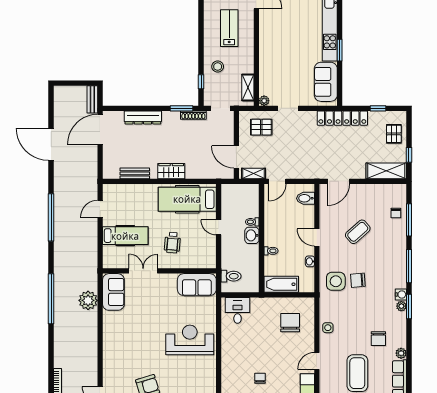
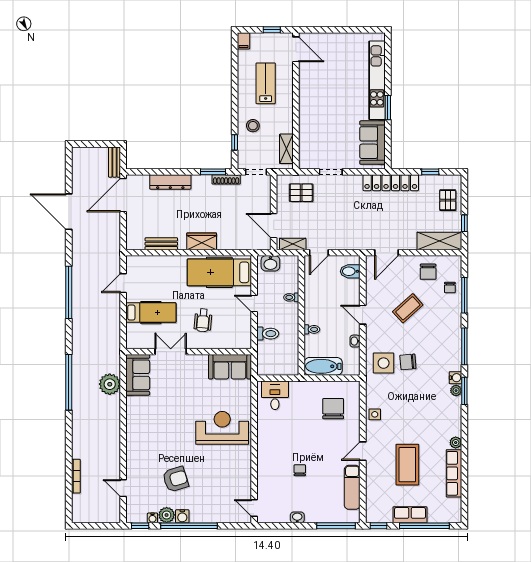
plant: (264, 101) -> (304, 163), removed
washbasin: (252, 235) -> (270, 263), moved, turned -90
toilet: (231, 276) -> (268, 334), moved
chair: (378, 339) -> (428, 272), moved

